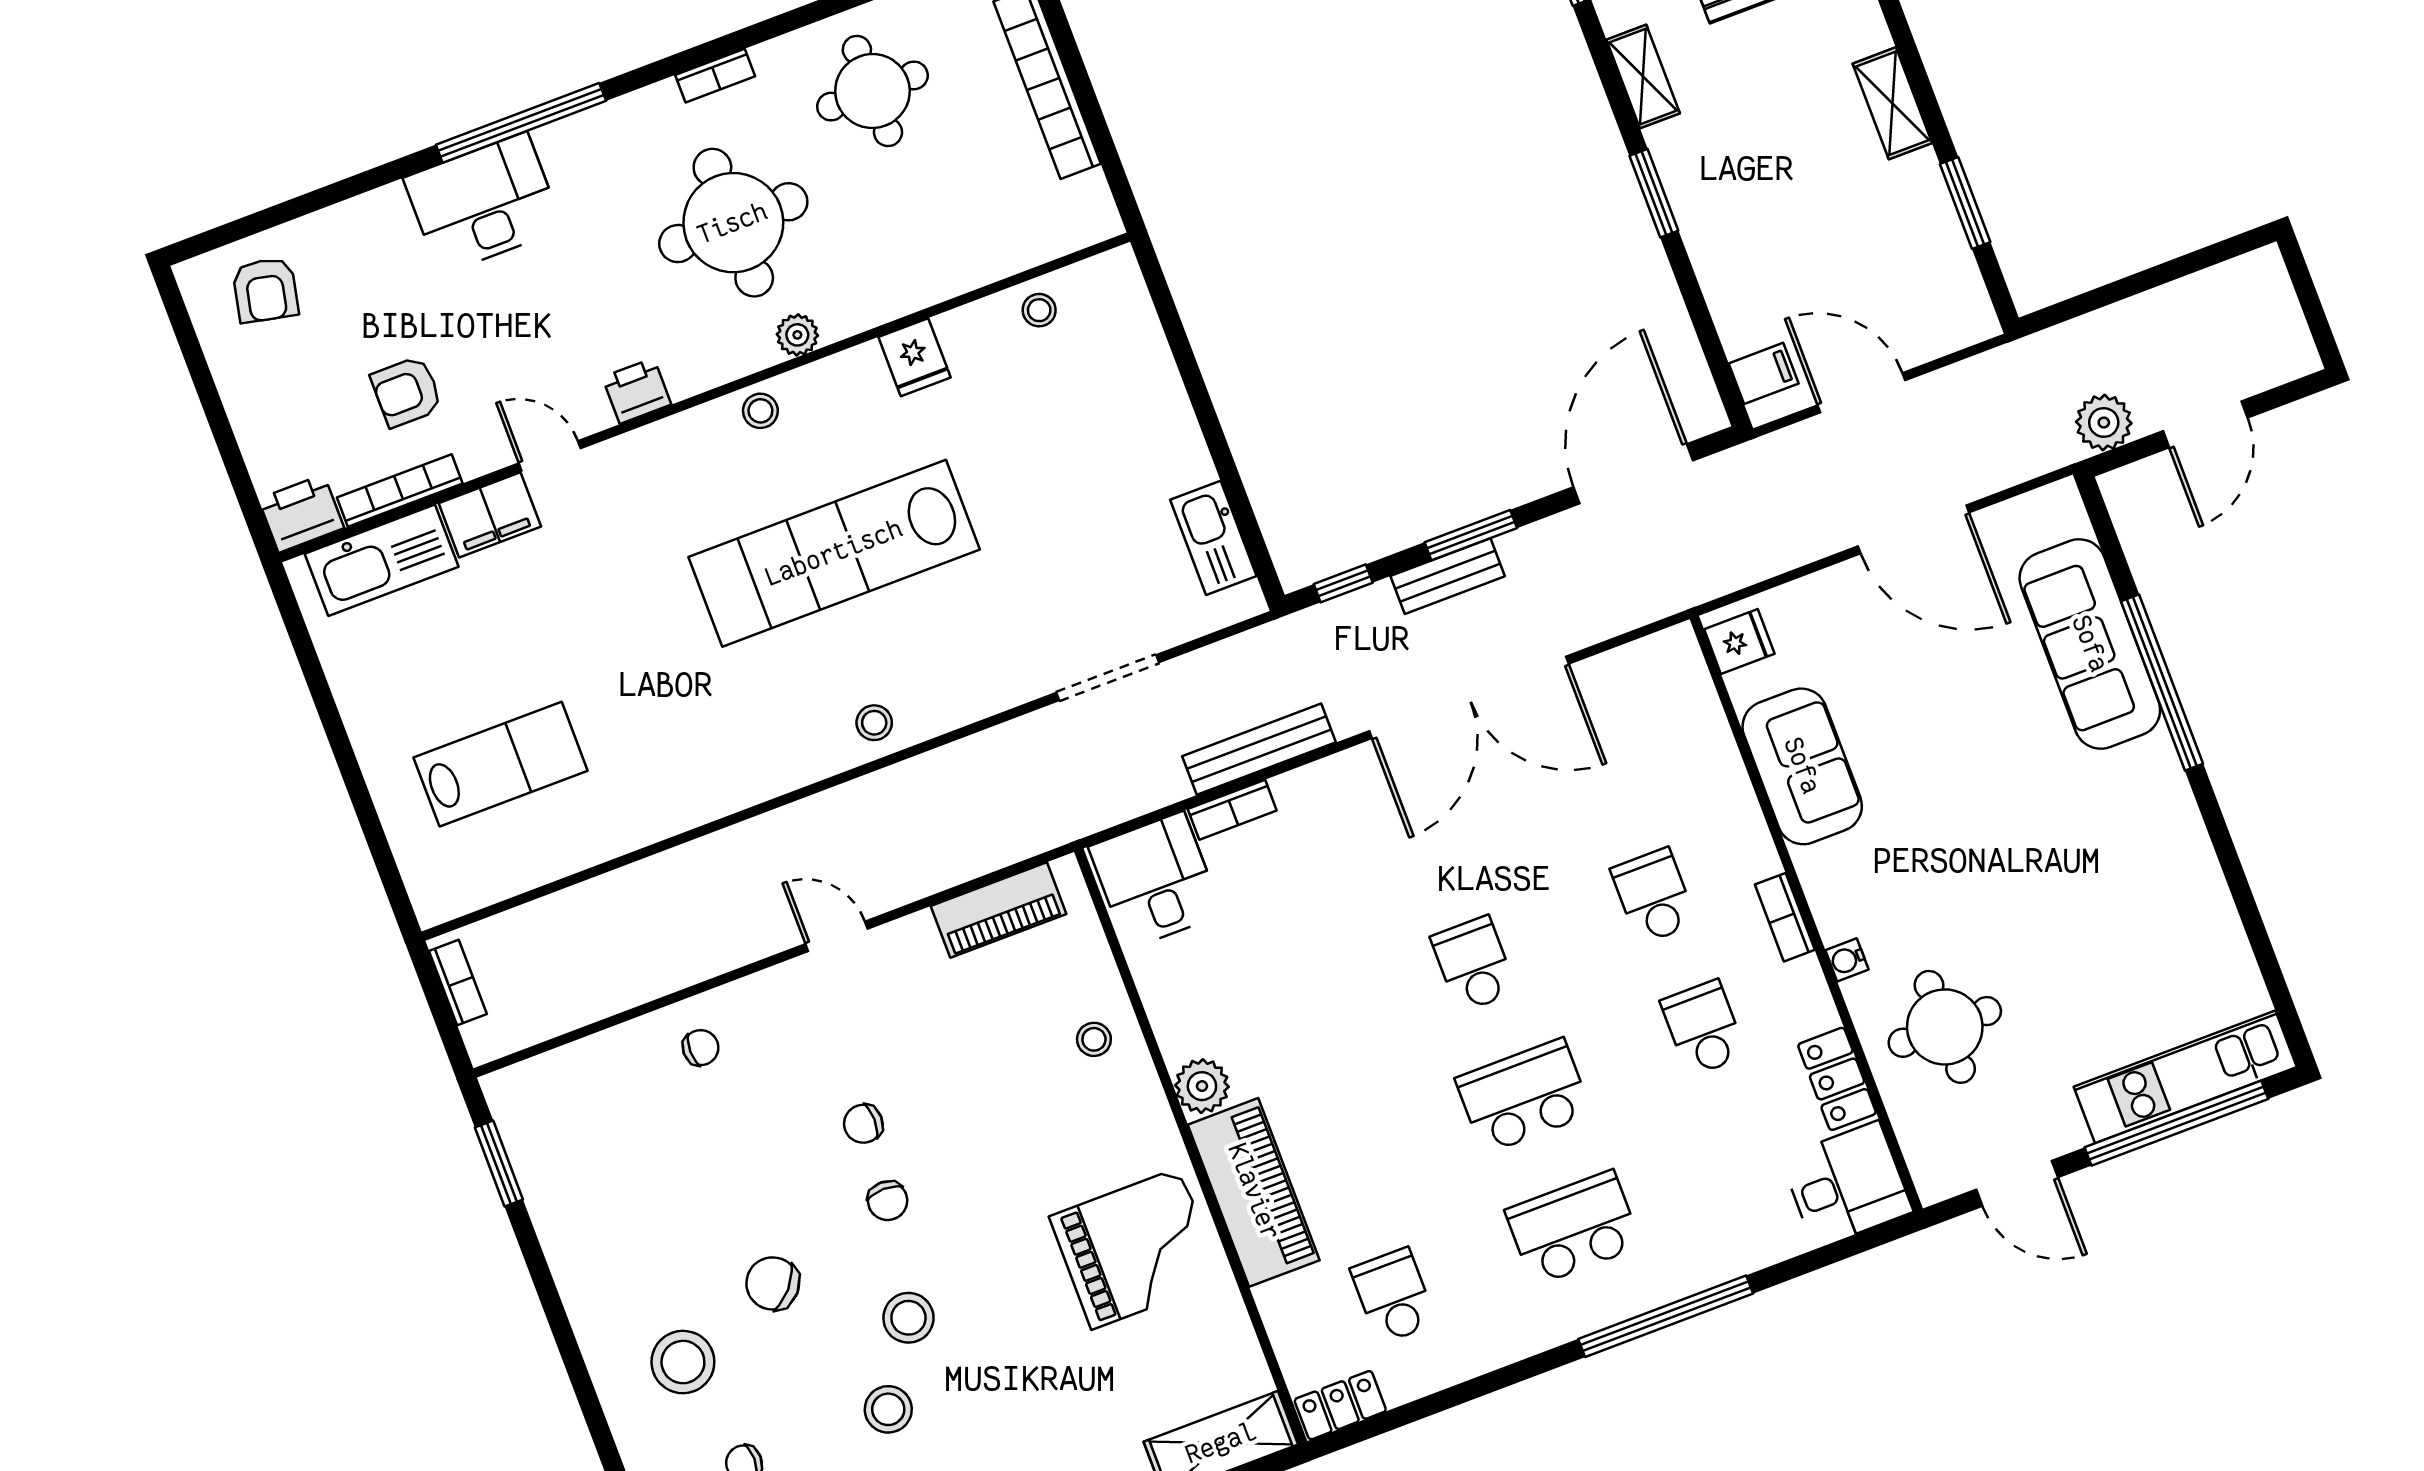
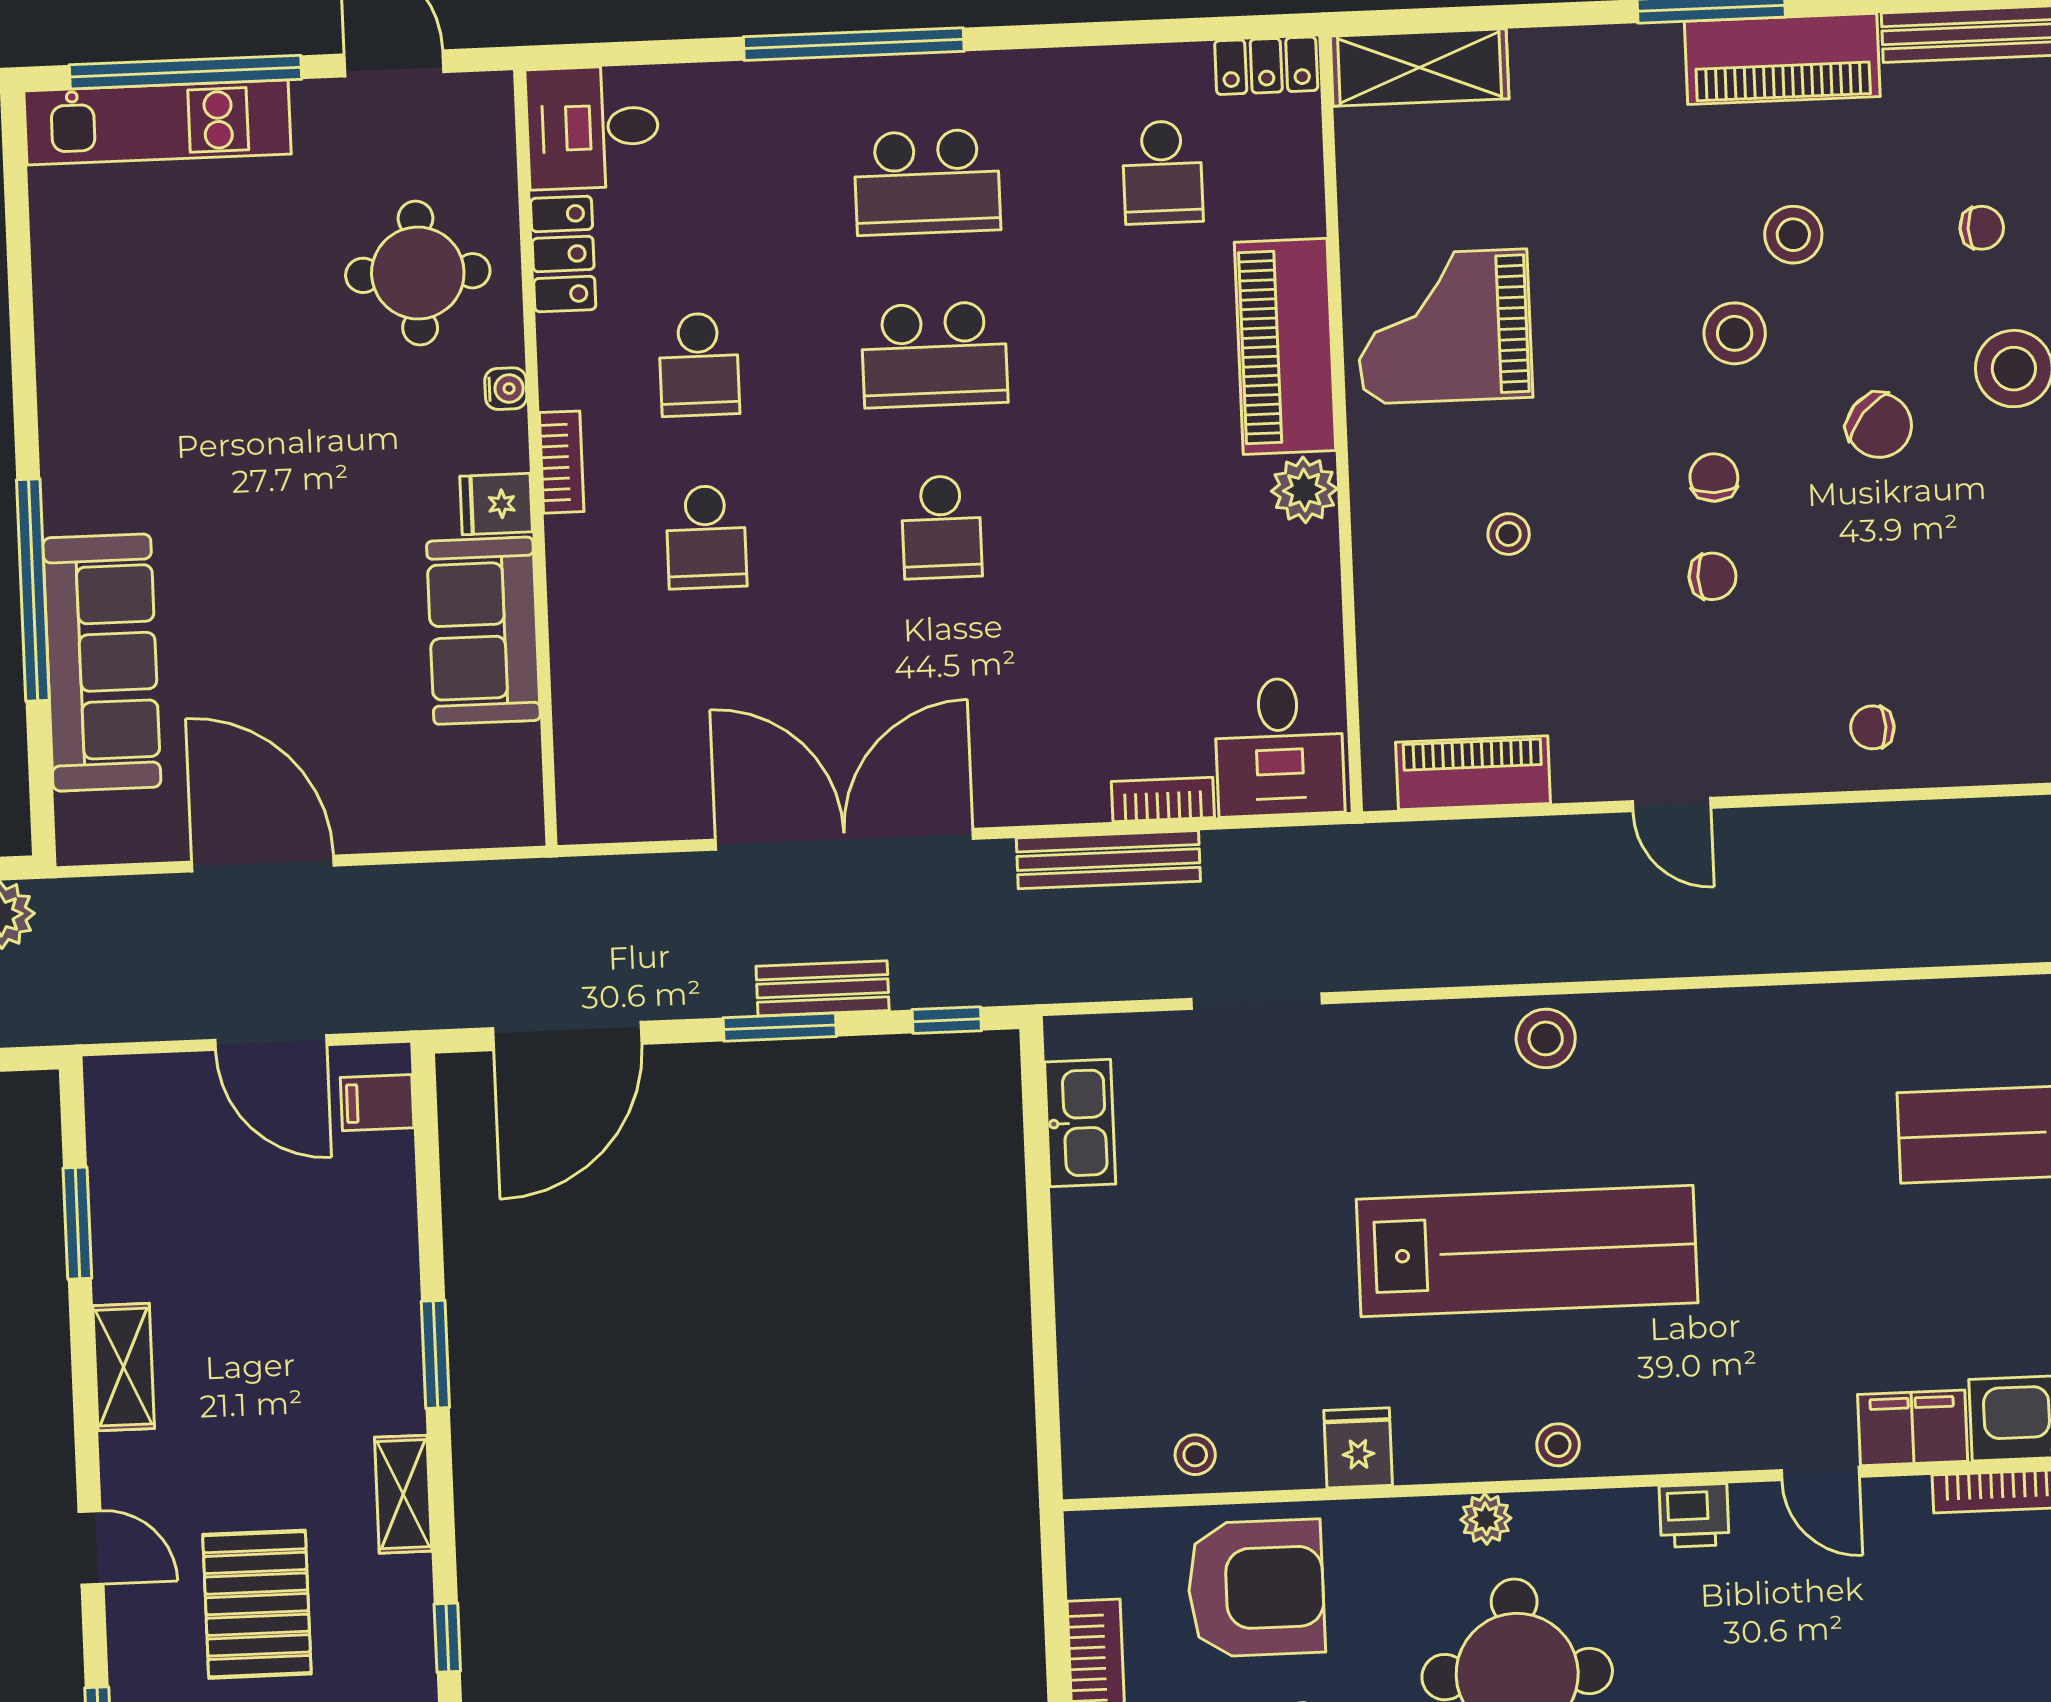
armchair: (407, 392) -> (1256, 1588), moved, width x1.88, depth x1.88
fridge: (1739, 642) -> (496, 504), moved
stool: (874, 723) -> (1546, 1038), width x1.37, depth x1.37
stool: (1094, 1039) -> (1509, 534), moved

